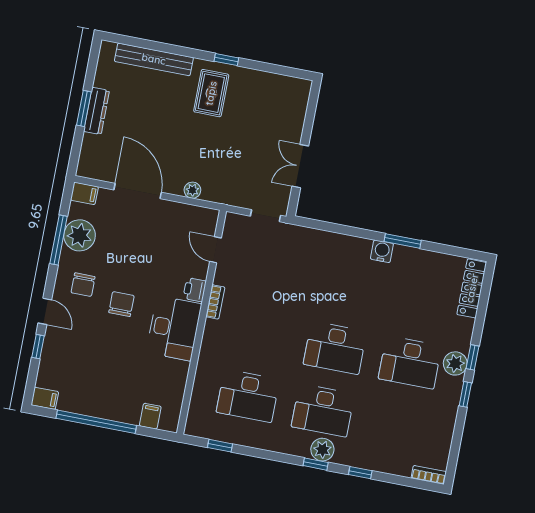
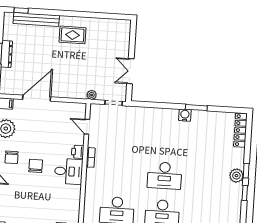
window: (226, 60) -> (21, 10), moved
rug: (211, 93) -> (73, 35), turned 90
plant: (192, 190) -> (92, 95), moved
door: (138, 191) -> (37, 98), hinge flipped
desk: (174, 328) -> (69, 171), width x0.73
desk: (410, 362) -> (210, 178), removed

